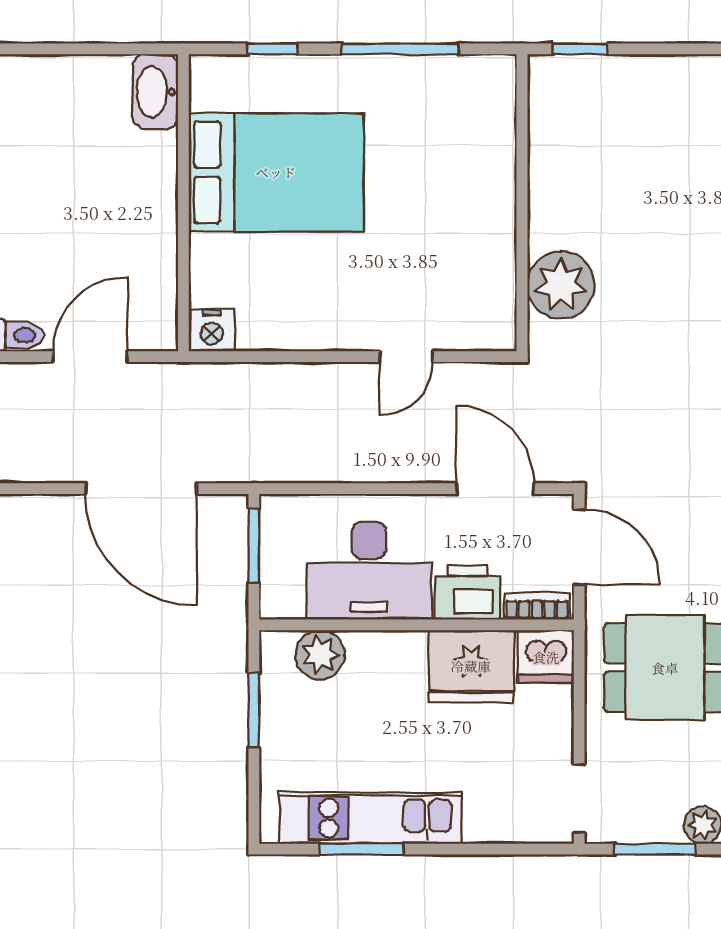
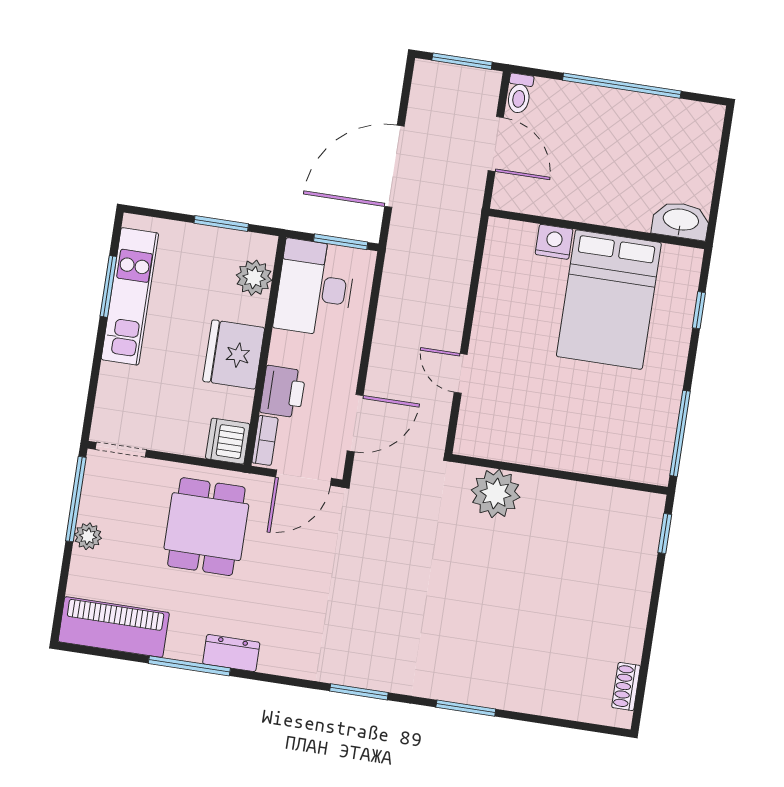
window: (400, 49) -> (680, 433), moved
nightstand: (212, 330) -> (554, 242), moved, turned 90
desk: (369, 571) -> (315, 288), moved
fridge: (471, 666) -> (234, 354), moved
window: (655, 849) -> (76, 499), width x1.44

